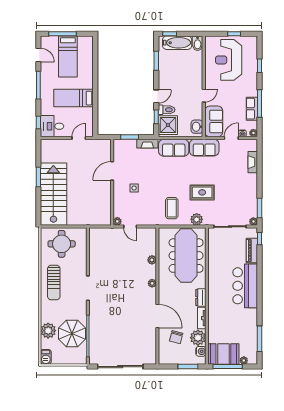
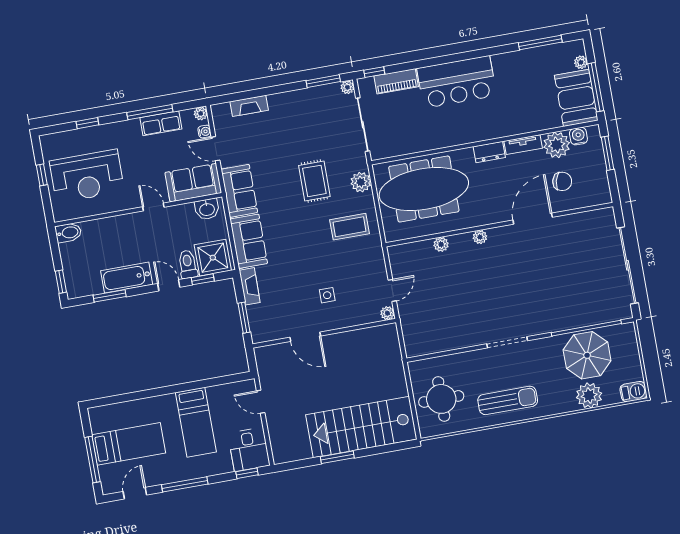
bathtub: (177, 43) -> (127, 278), moved, turned -90

